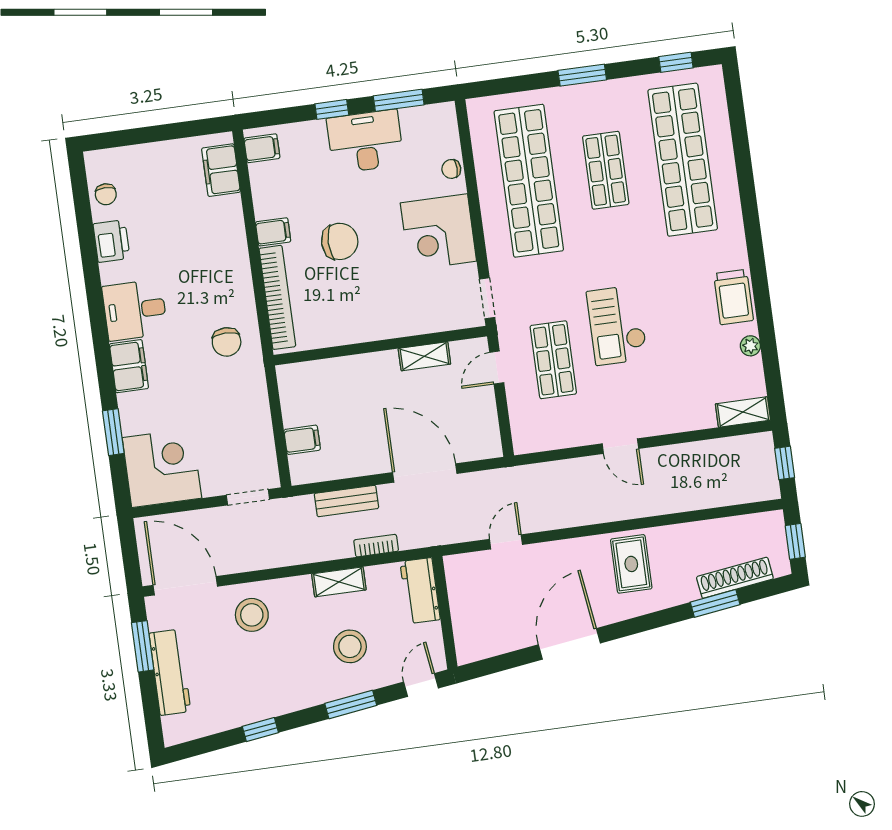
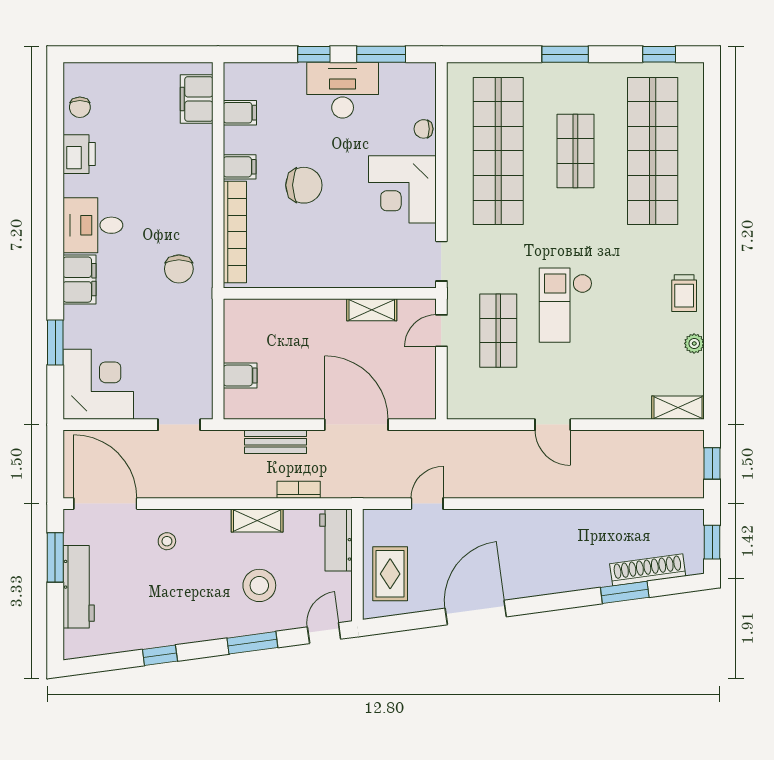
filing cabinet: (262, 148) -> (240, 113), moved
trolley: (733, 297) -> (684, 293), width x0.73, depth x0.72
rug: (631, 564) -> (390, 574), moved
stool: (252, 615) -> (167, 541), width x0.53, depth x0.53

